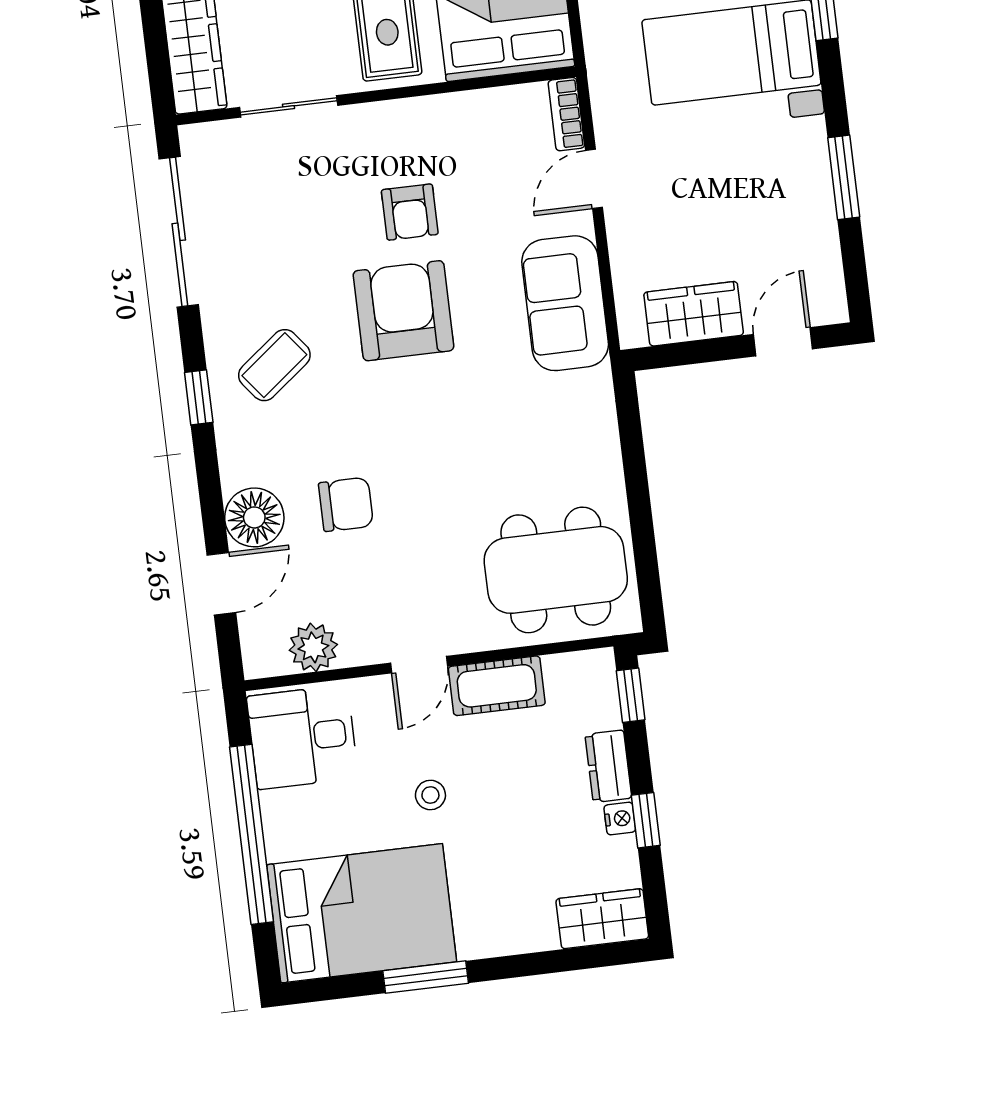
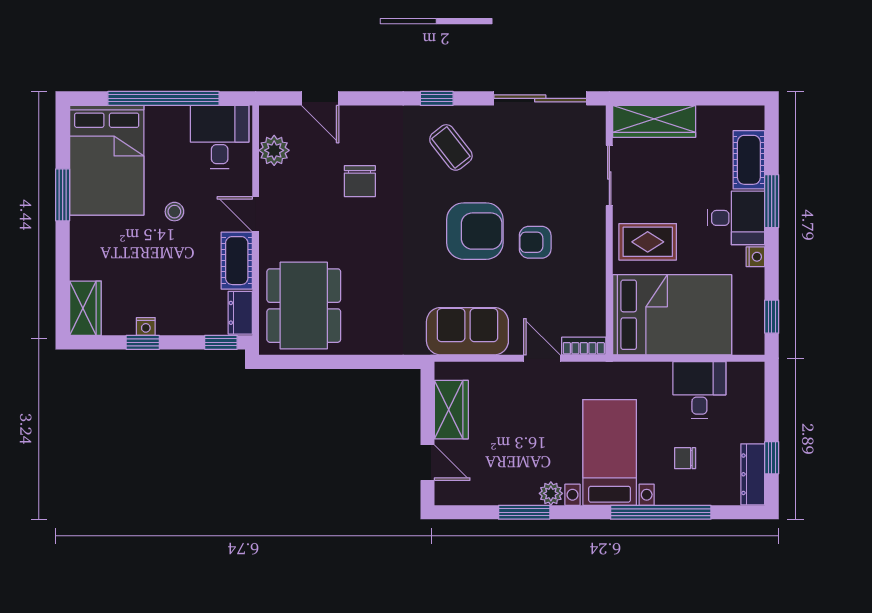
plant: (808, 138) -> (551, 493), added
floor lamp: (254, 517) -> (359, 124), removed
dresser: (608, 766) -> (240, 313), moved, turned -90

